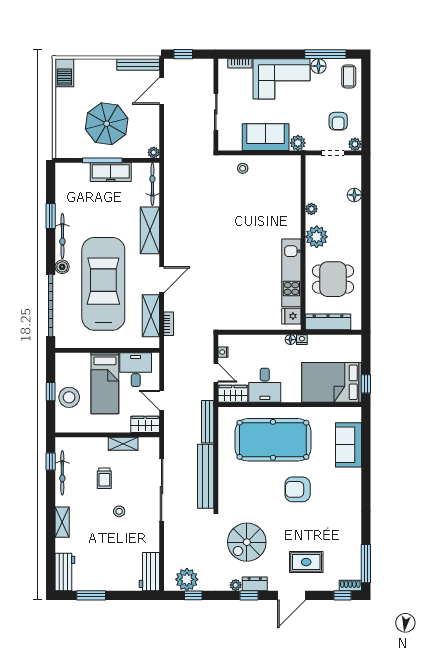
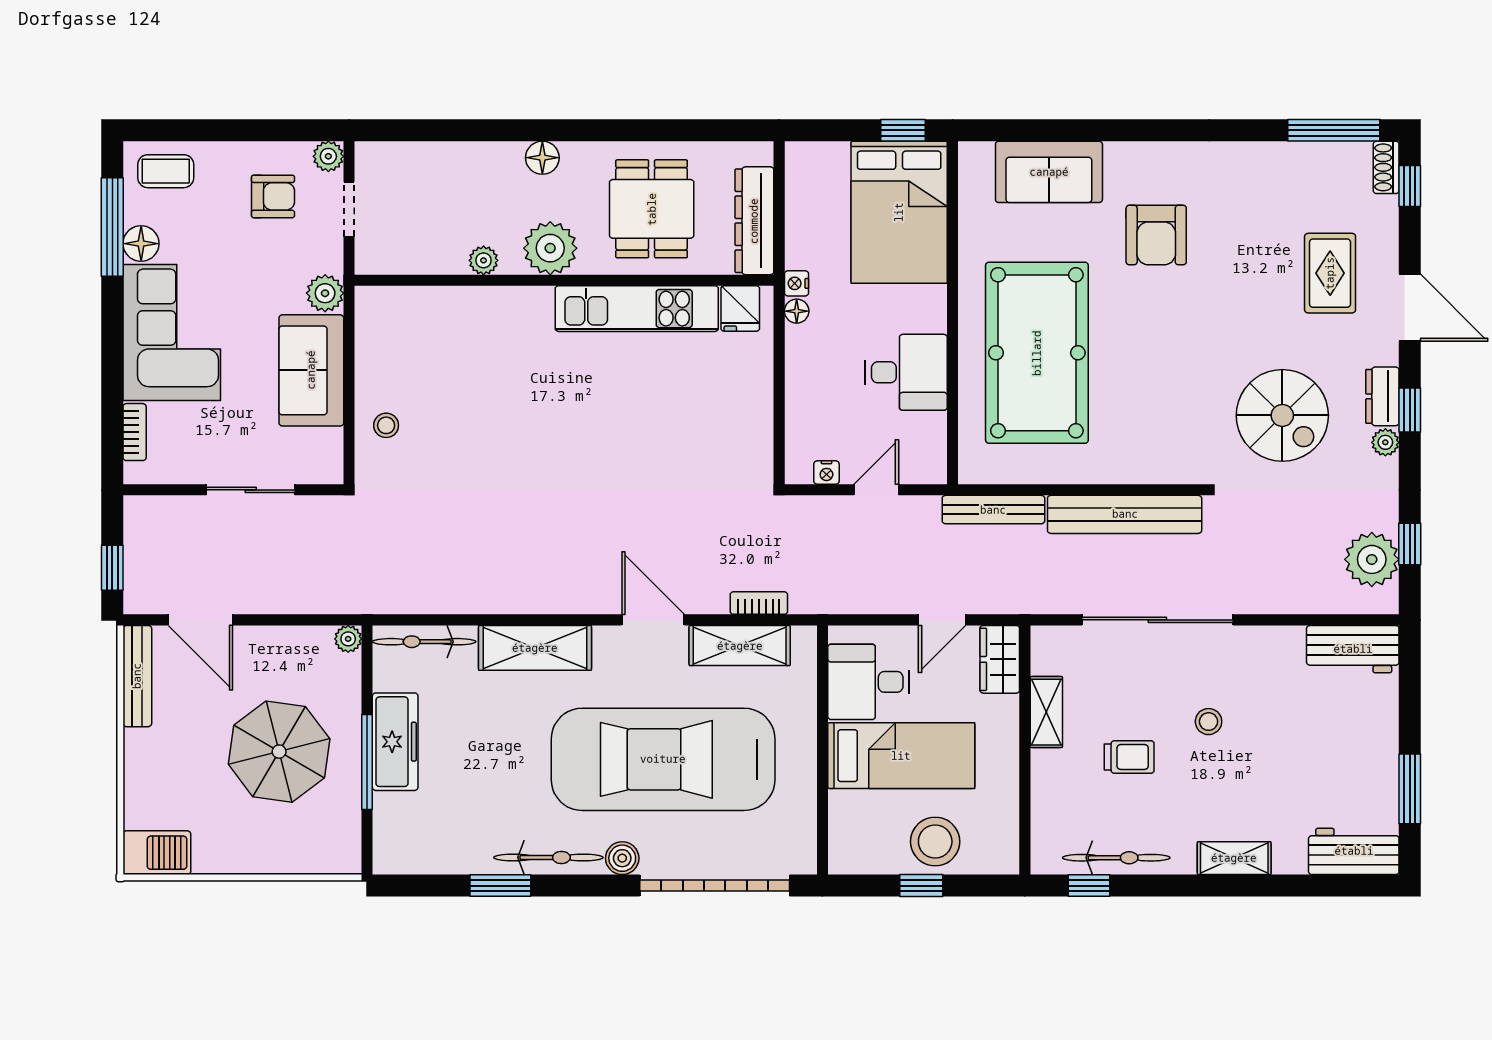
floor lamp: (354, 195) -> (542, 158), moved
wardrobe: (233, 394) -> (927, 449), removed
armchair: (298, 489) -> (1156, 235), moved

